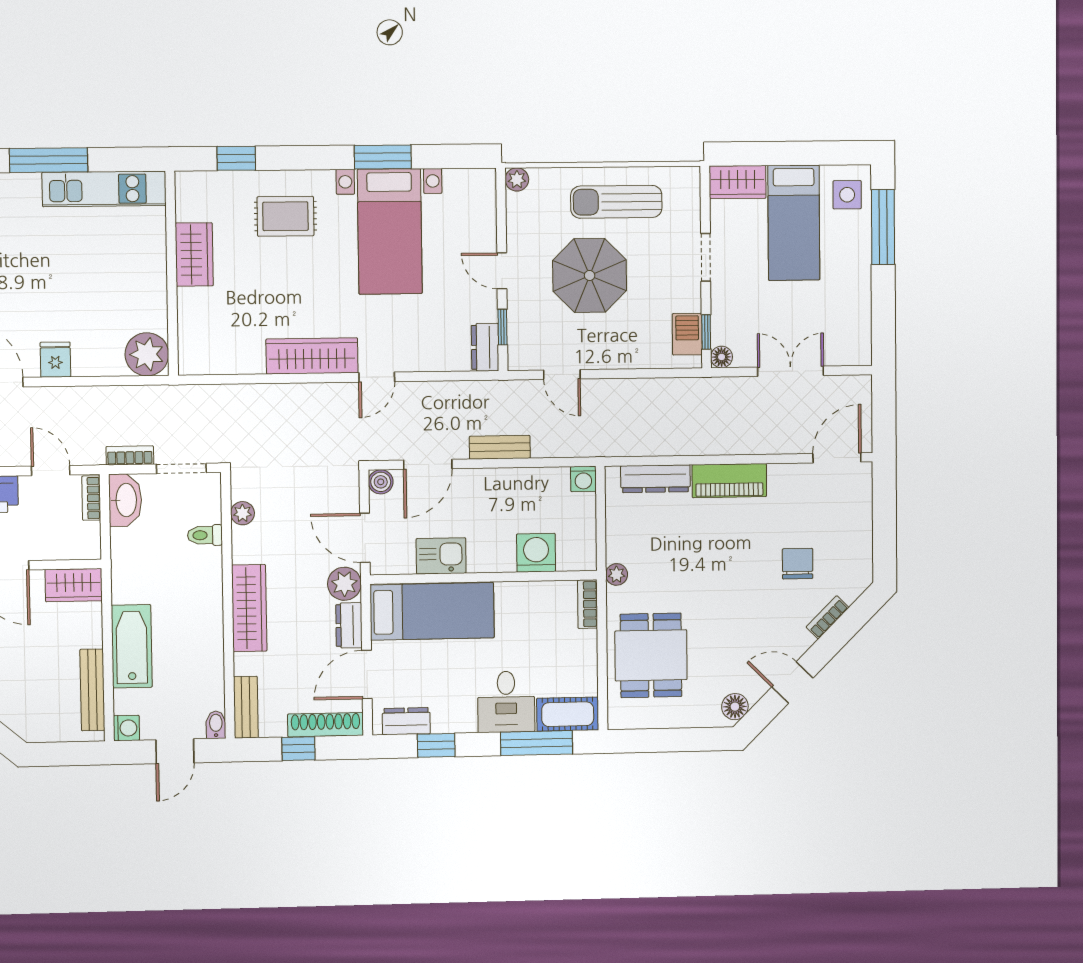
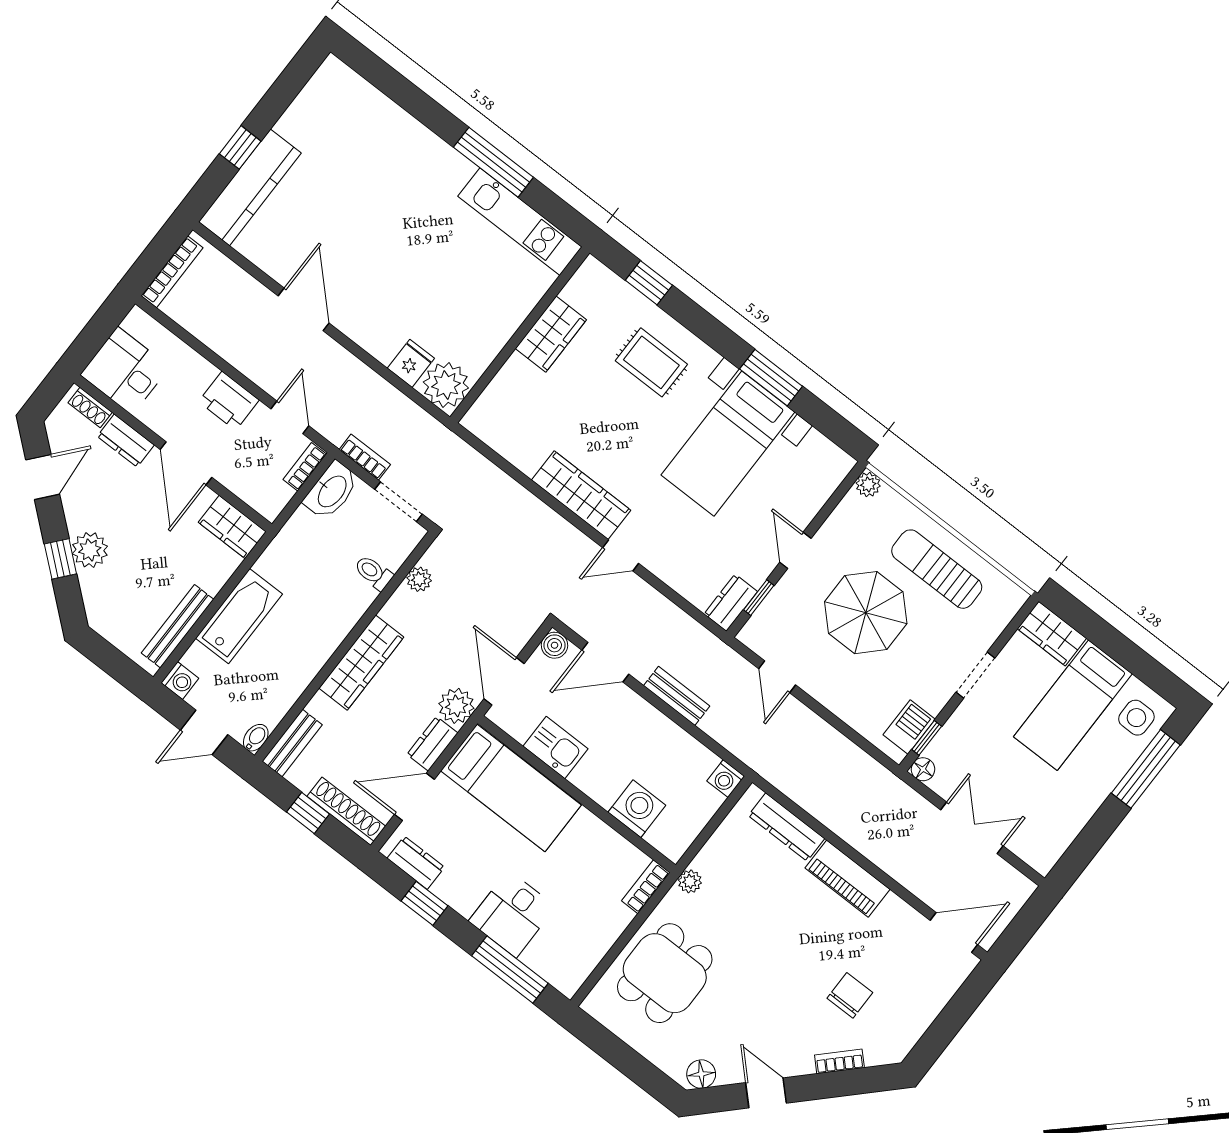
fridge: (55, 360) -> (411, 363), moved
cot: (568, 714) -> (555, 966), removed

